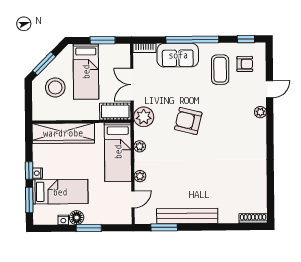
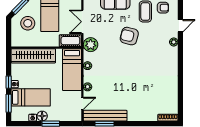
armchair: (188, 121) -> (129, 36), moved
bench: (187, 216) -> (105, 116), moved

